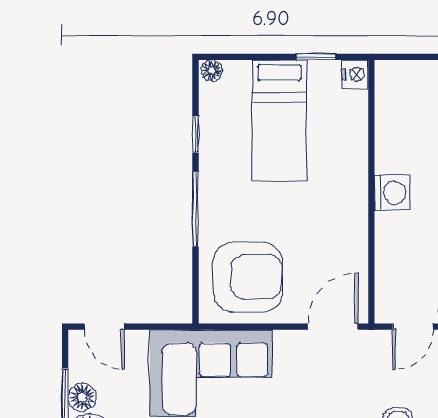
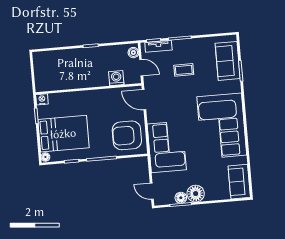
bed: (279, 120) -> (63, 134), width x1.50
washing machine: (392, 193) -> (116, 78), moved
armchair: (248, 277) -> (127, 135), turned -90
door: (104, 327) -> (152, 191), swing flipped

